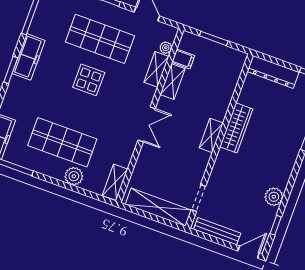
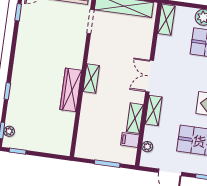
shelving: (156, 69) -> (154, 110), moved
dresser: (273, 72) -> (49, 146), removed
plant: (274, 197) -> (25, 37), removed

